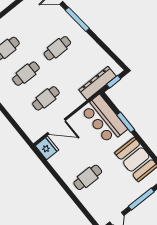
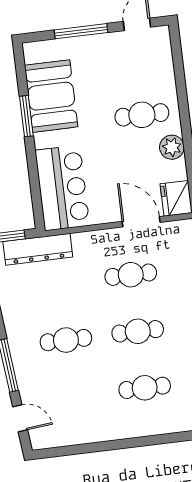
window: (126, 122) -> (26, 116), moved
plant: (64, 171) -> (172, 147), added

